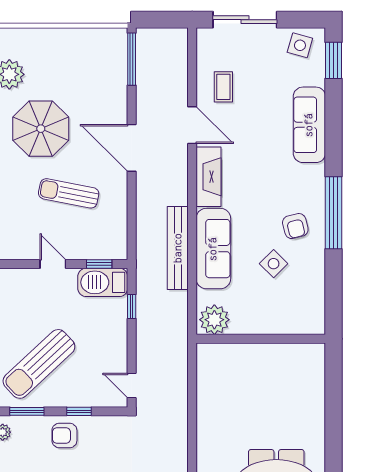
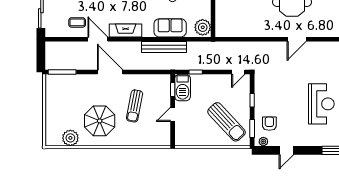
door: (192, 125) -> (98, 39), hinge flipped
door: (132, 148) -> (110, 72), swing flipped
sofa: (213, 249) -> (170, 28), width x0.73
armchair: (64, 435) -> (269, 124), moved, turned 180

